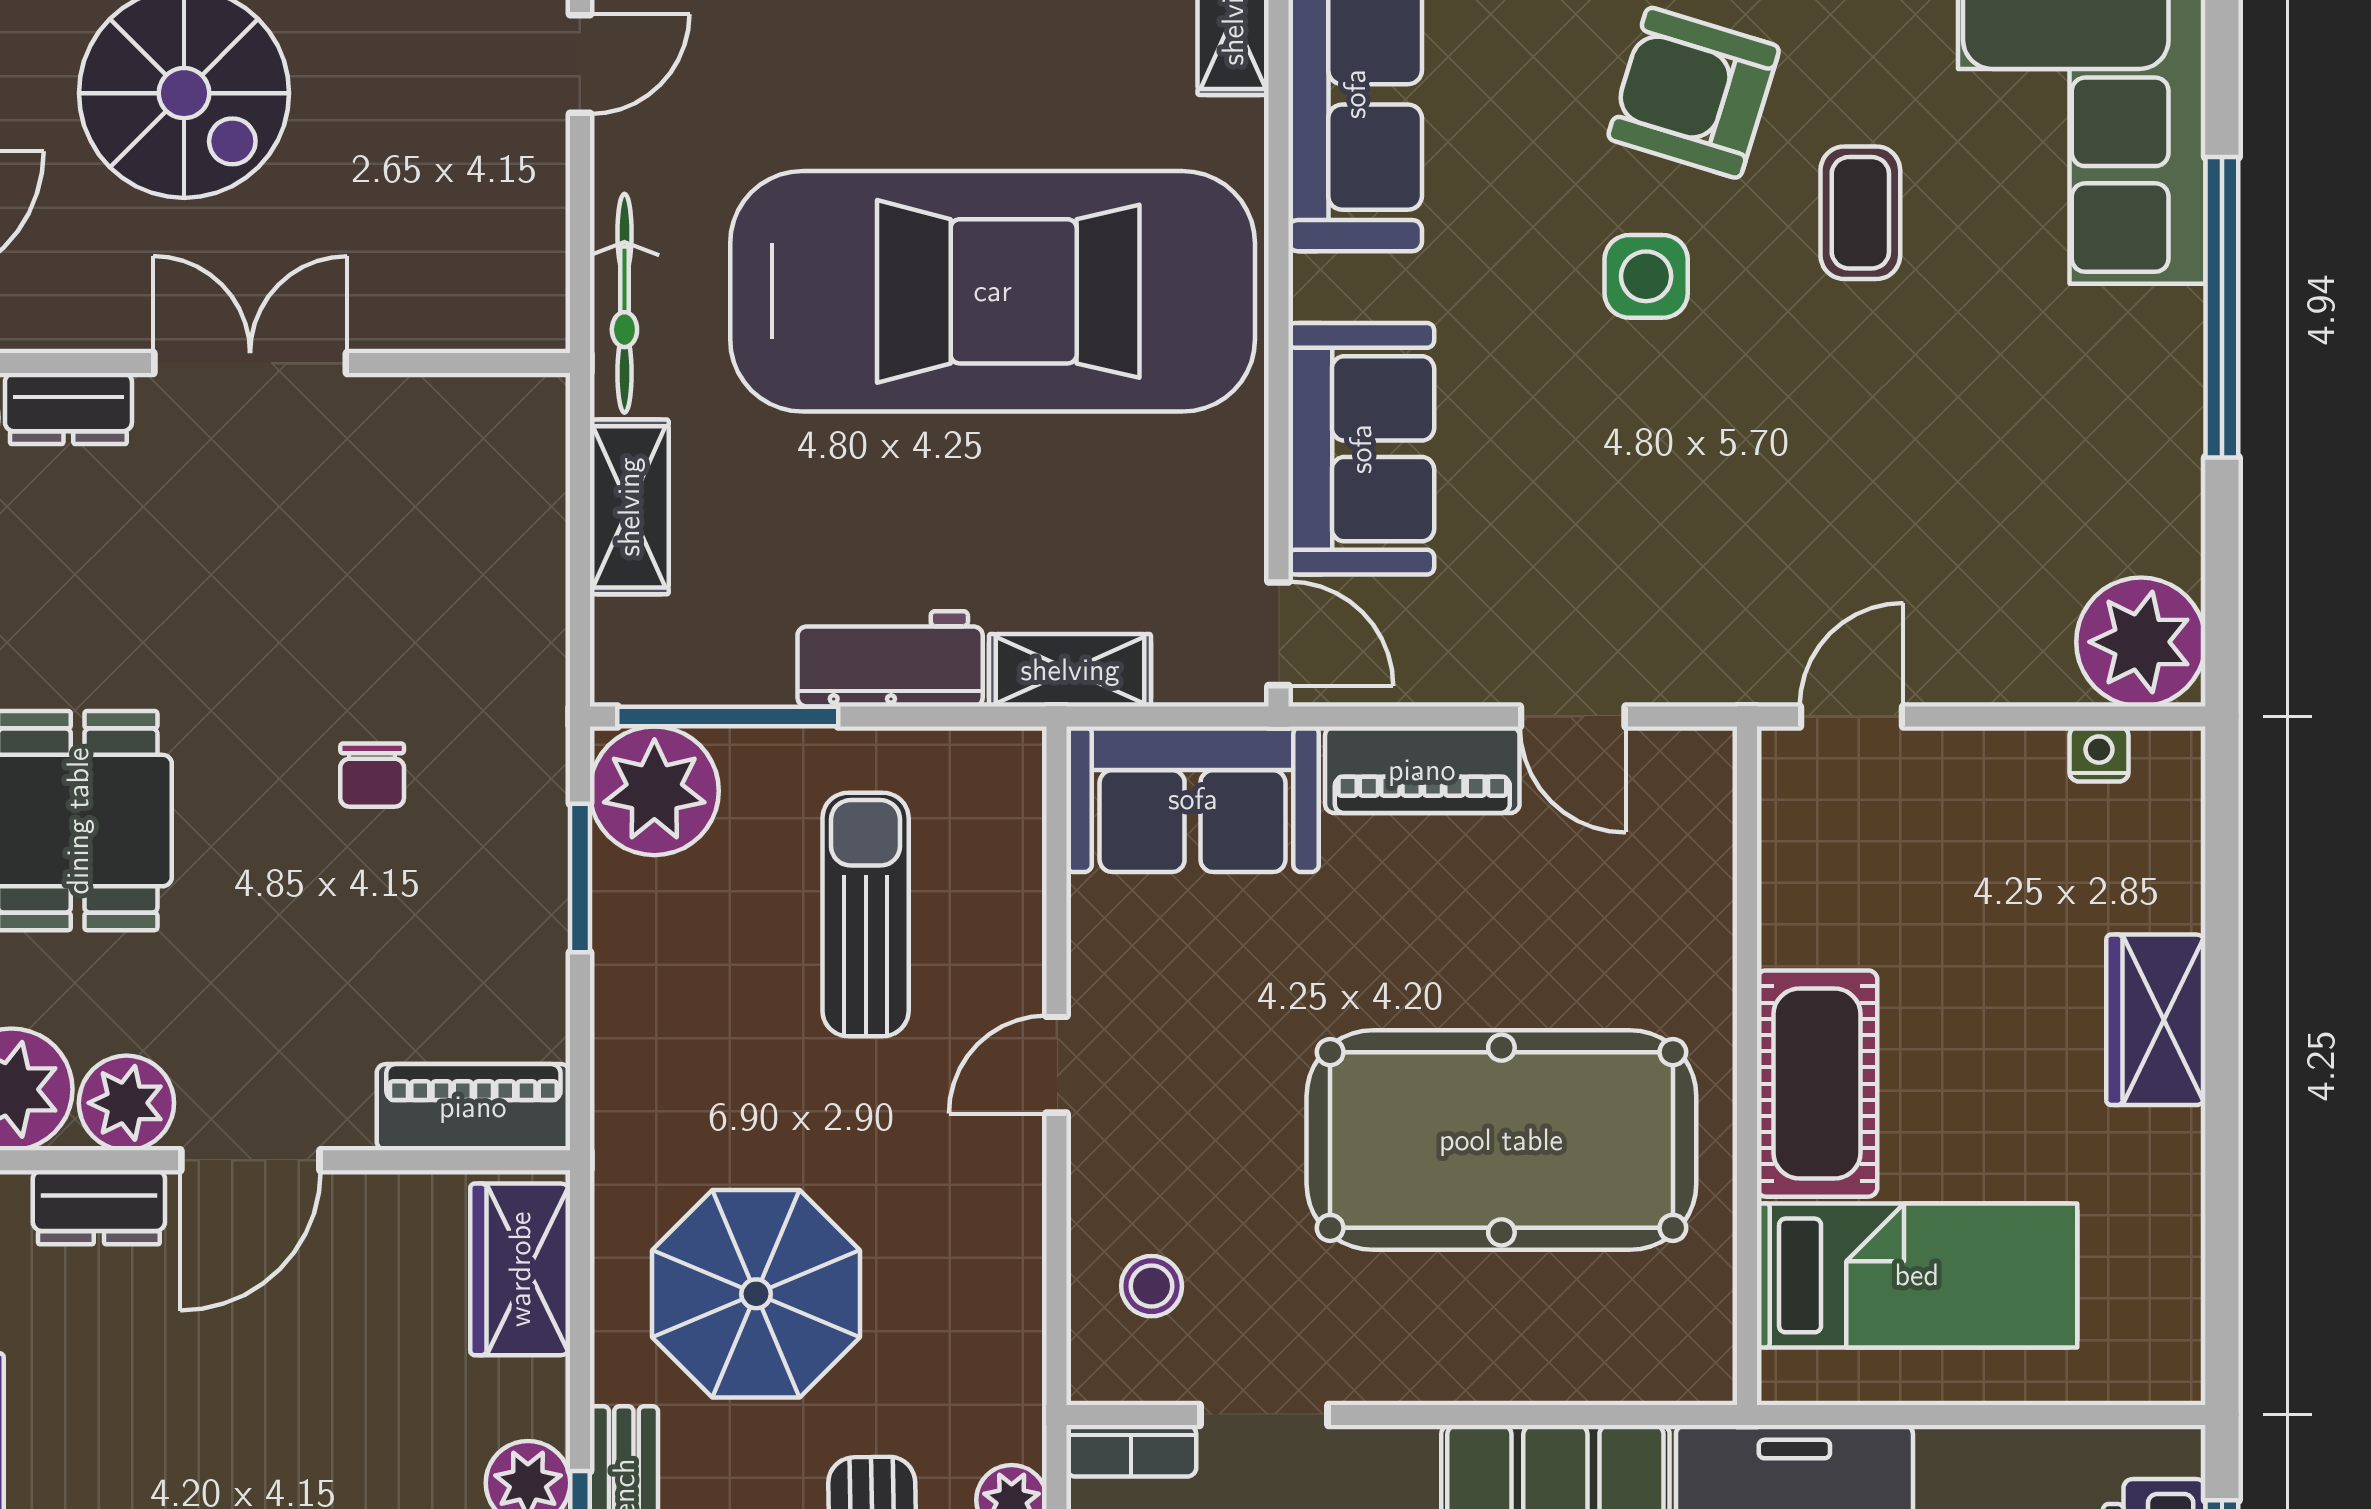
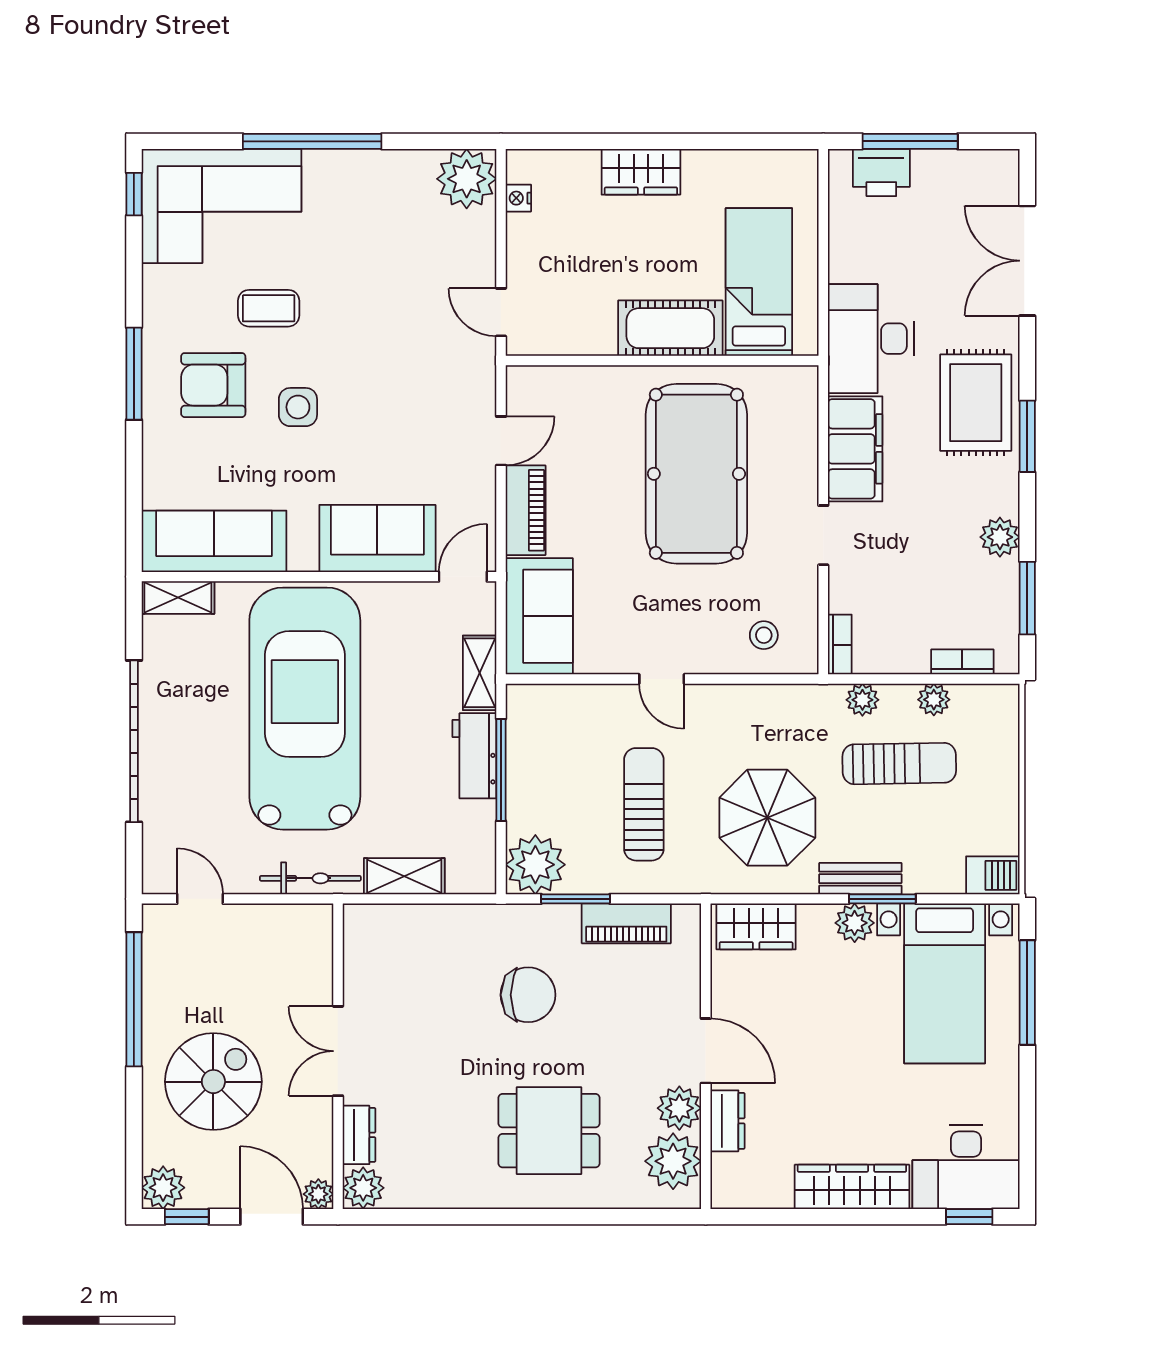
armchair: (1694, 93) -> (213, 385), turned 73
window: (728, 716) -> (501, 770), moved
chair: (372, 775) -> (528, 995), width x1.87, depth x1.87
sun lounger: (866, 914) -> (644, 804), moved, turned 90
piano: (473, 1107) -> (626, 923), moved, turned -90
doorway: (1264, 1415) -> (823, 535), moved

